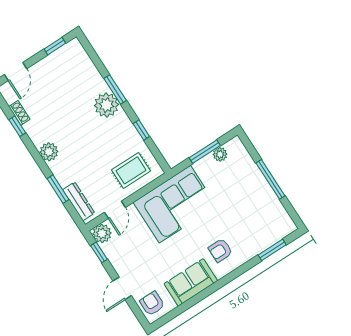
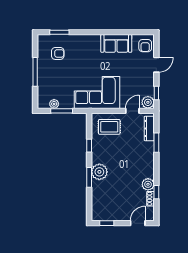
plant: (49, 152) -> (148, 184), moved
armchair: (220, 250) -> (58, 53), moved

